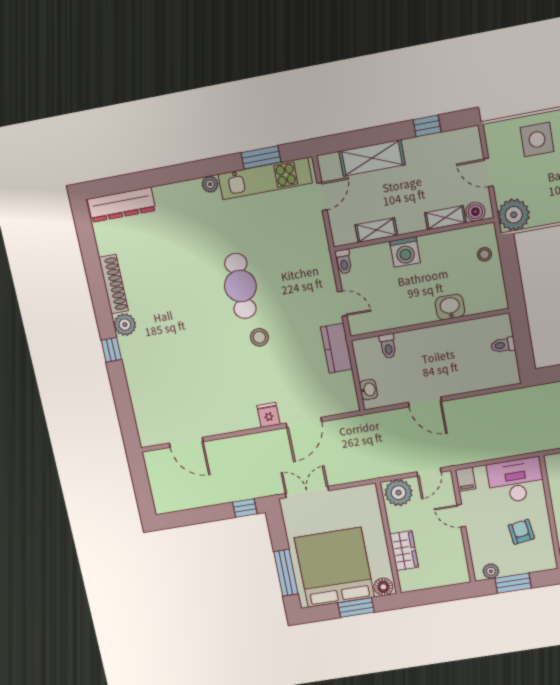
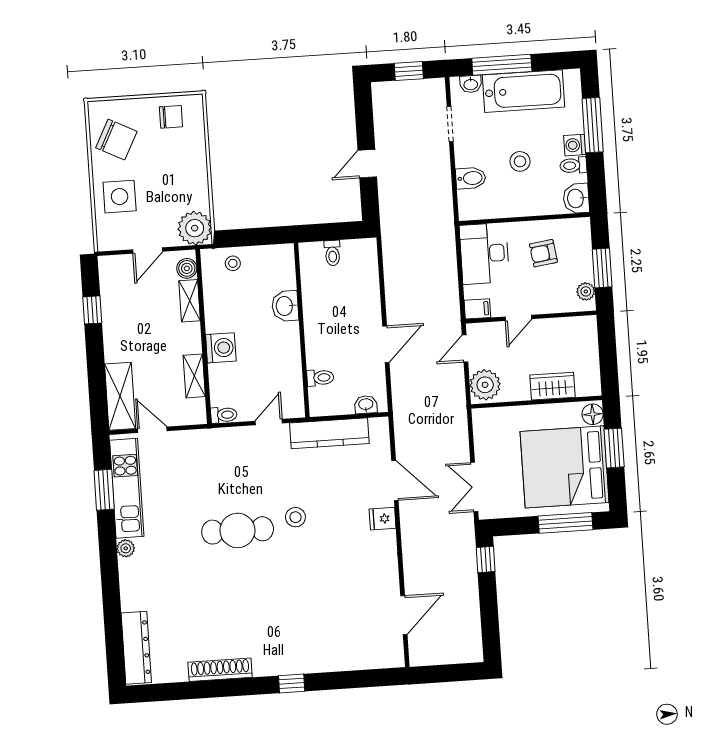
shelving: (372, 158) -> (120, 396), moved
plant: (125, 325) -> (265, 664), removed
kitchen counter: (336, 348) -> (329, 433), width x1.50
door: (429, 472) -> (465, 348), swing flipped

